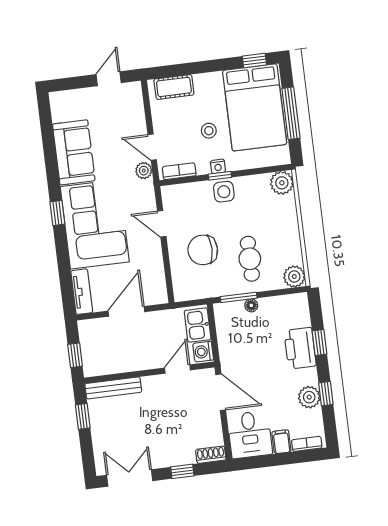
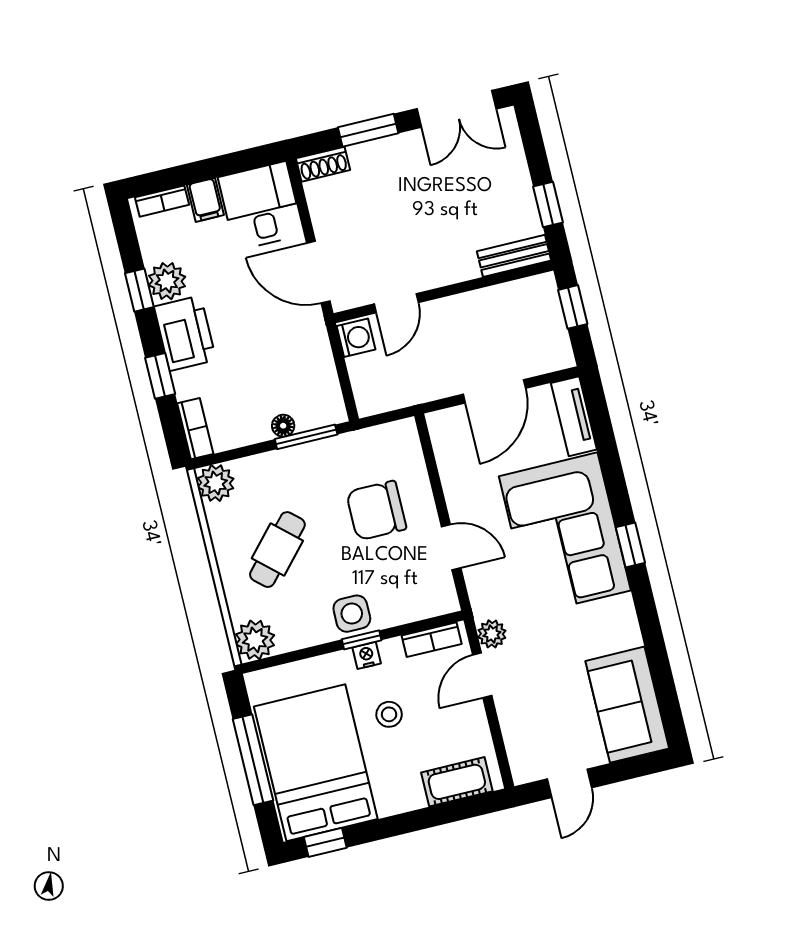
door: (152, 147) -> (482, 675), swing flipped
sofa: (74, 152) -> (627, 705), moved
chair: (203, 250) -> (376, 511), turned 180
cafe table: (250, 259) -> (277, 550), moved, turned 42
bookcase: (303, 309) -> (195, 429), added
kitchen sink: (198, 325) -> (371, 382), removed
printer: (300, 348) -> (185, 333), moved
bench: (113, 388) -> (514, 256), width x0.73
window: (182, 471) -> (368, 130), width x1.50

